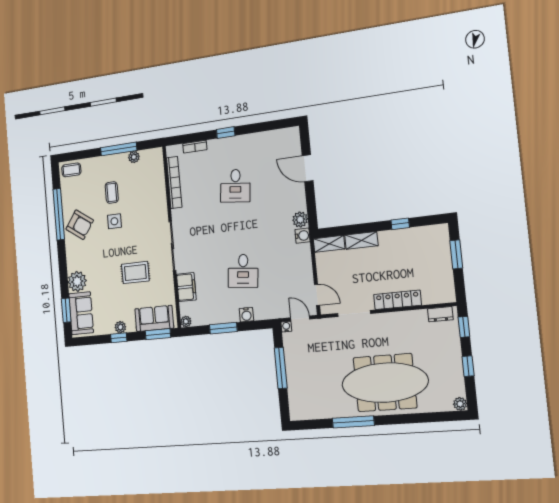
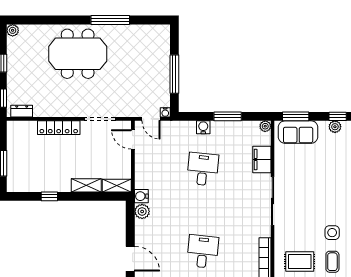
rug: (135, 273) -> (300, 261), moved
meeting table: (385, 383) -> (78, 54), width x0.73

